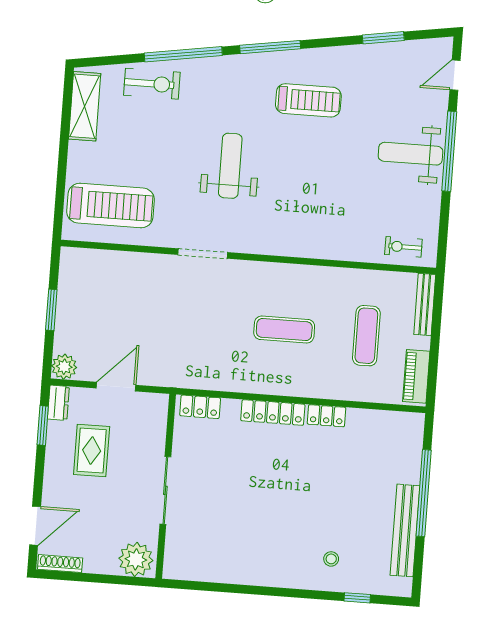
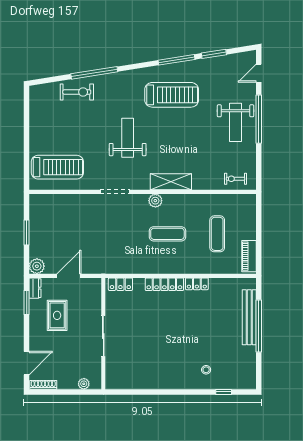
window: (270, 47) -> (176, 60), moved
treadmill: (308, 100) -> (172, 95), width x1.37, depth x1.38
shelving: (85, 106) -> (171, 182), moved, turned 90
weight bench: (410, 154) -> (236, 122), turned -90
plant: (268, 273) -> (155, 201), added
bench: (425, 304) -> (251, 212), removed
bench: (405, 530) -> (249, 317), moved
plant: (136, 559) -> (84, 384), width x0.53, depth x0.53

